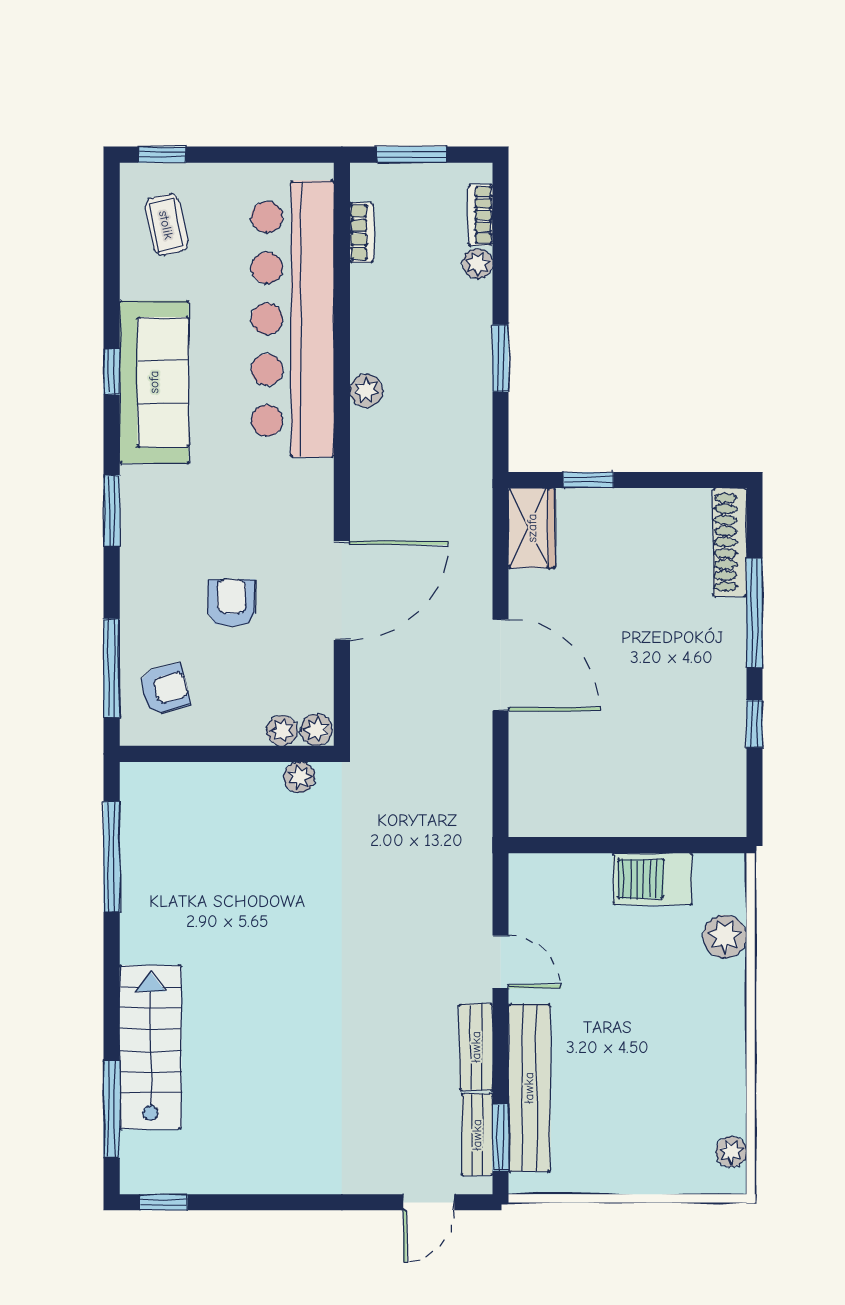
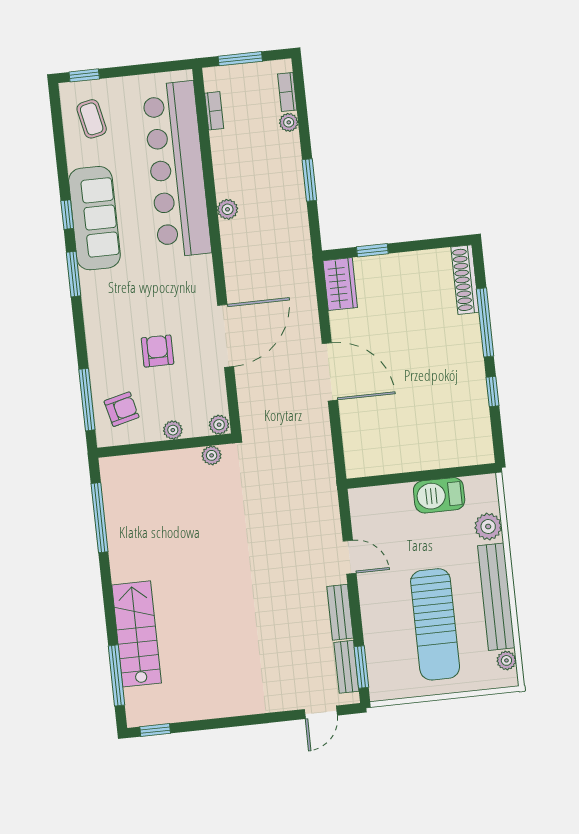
window: (112, 511) -> (74, 274), moved
plant: (282, 731) -> (173, 430), moved
sun lounger: (624, 1083) -> (435, 624), added
bench: (529, 1088) -> (496, 597), moved

